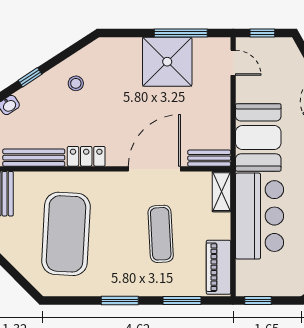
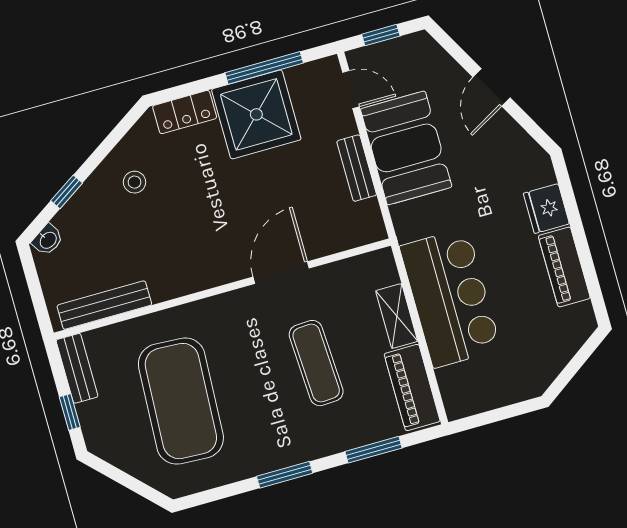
booth: (258, 137) -> (406, 148), moved
locker: (86, 156) -> (185, 112), moved, turned 180
bench: (209, 158) -> (357, 168), moved, turned 90
door: (154, 169) -> (281, 273), width x0.73
shelving: (221, 192) -> (397, 316), moved
window: (258, 301) -> (482, 419), removed

